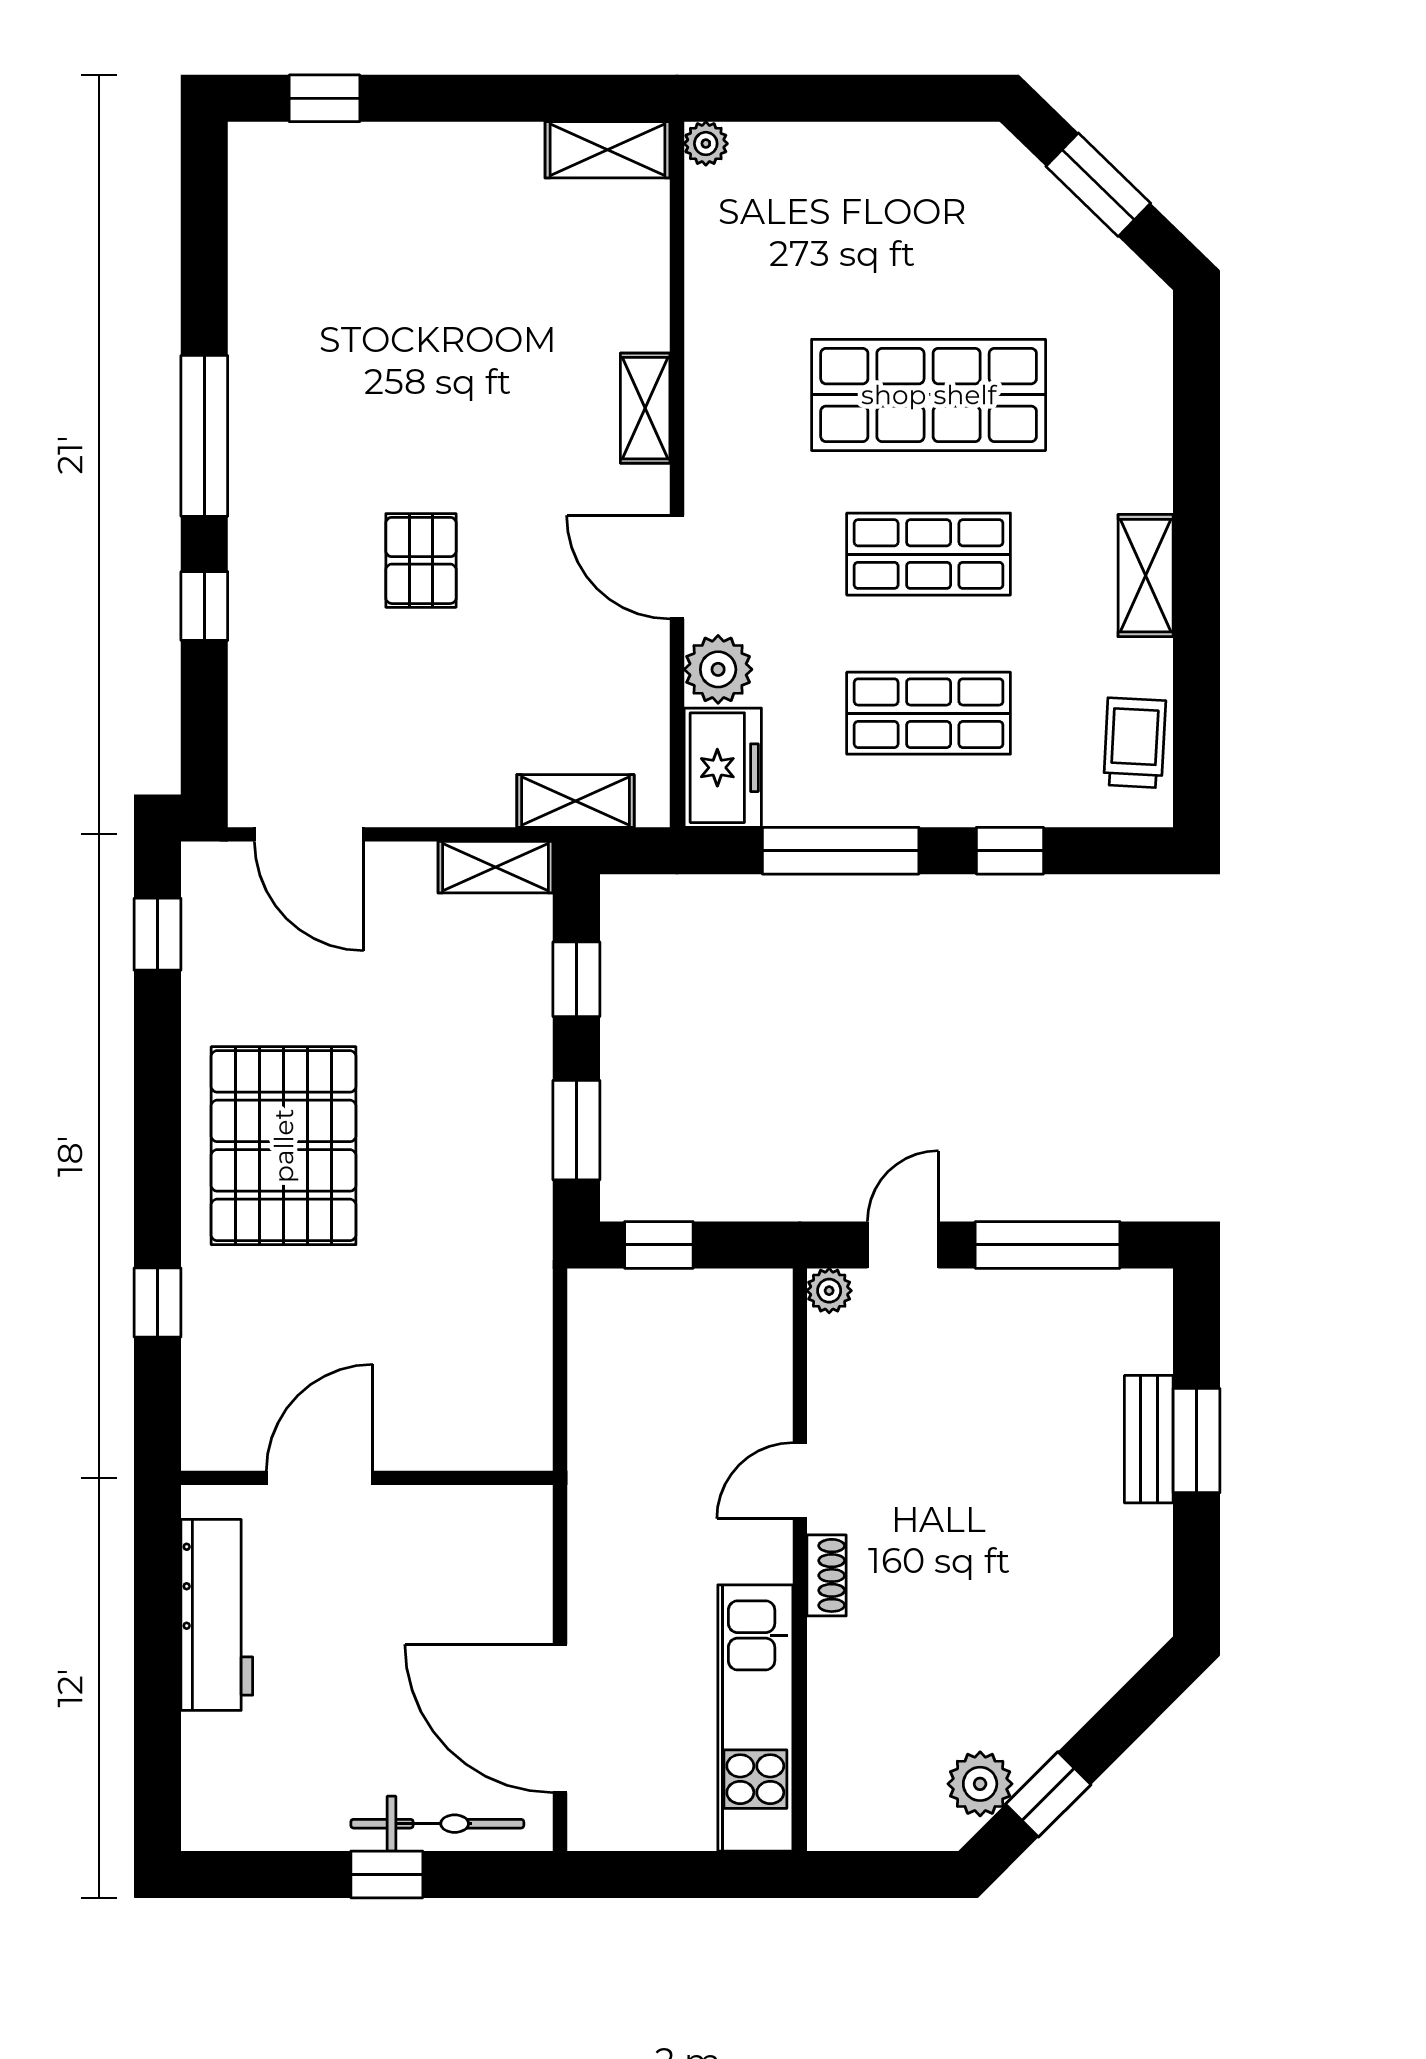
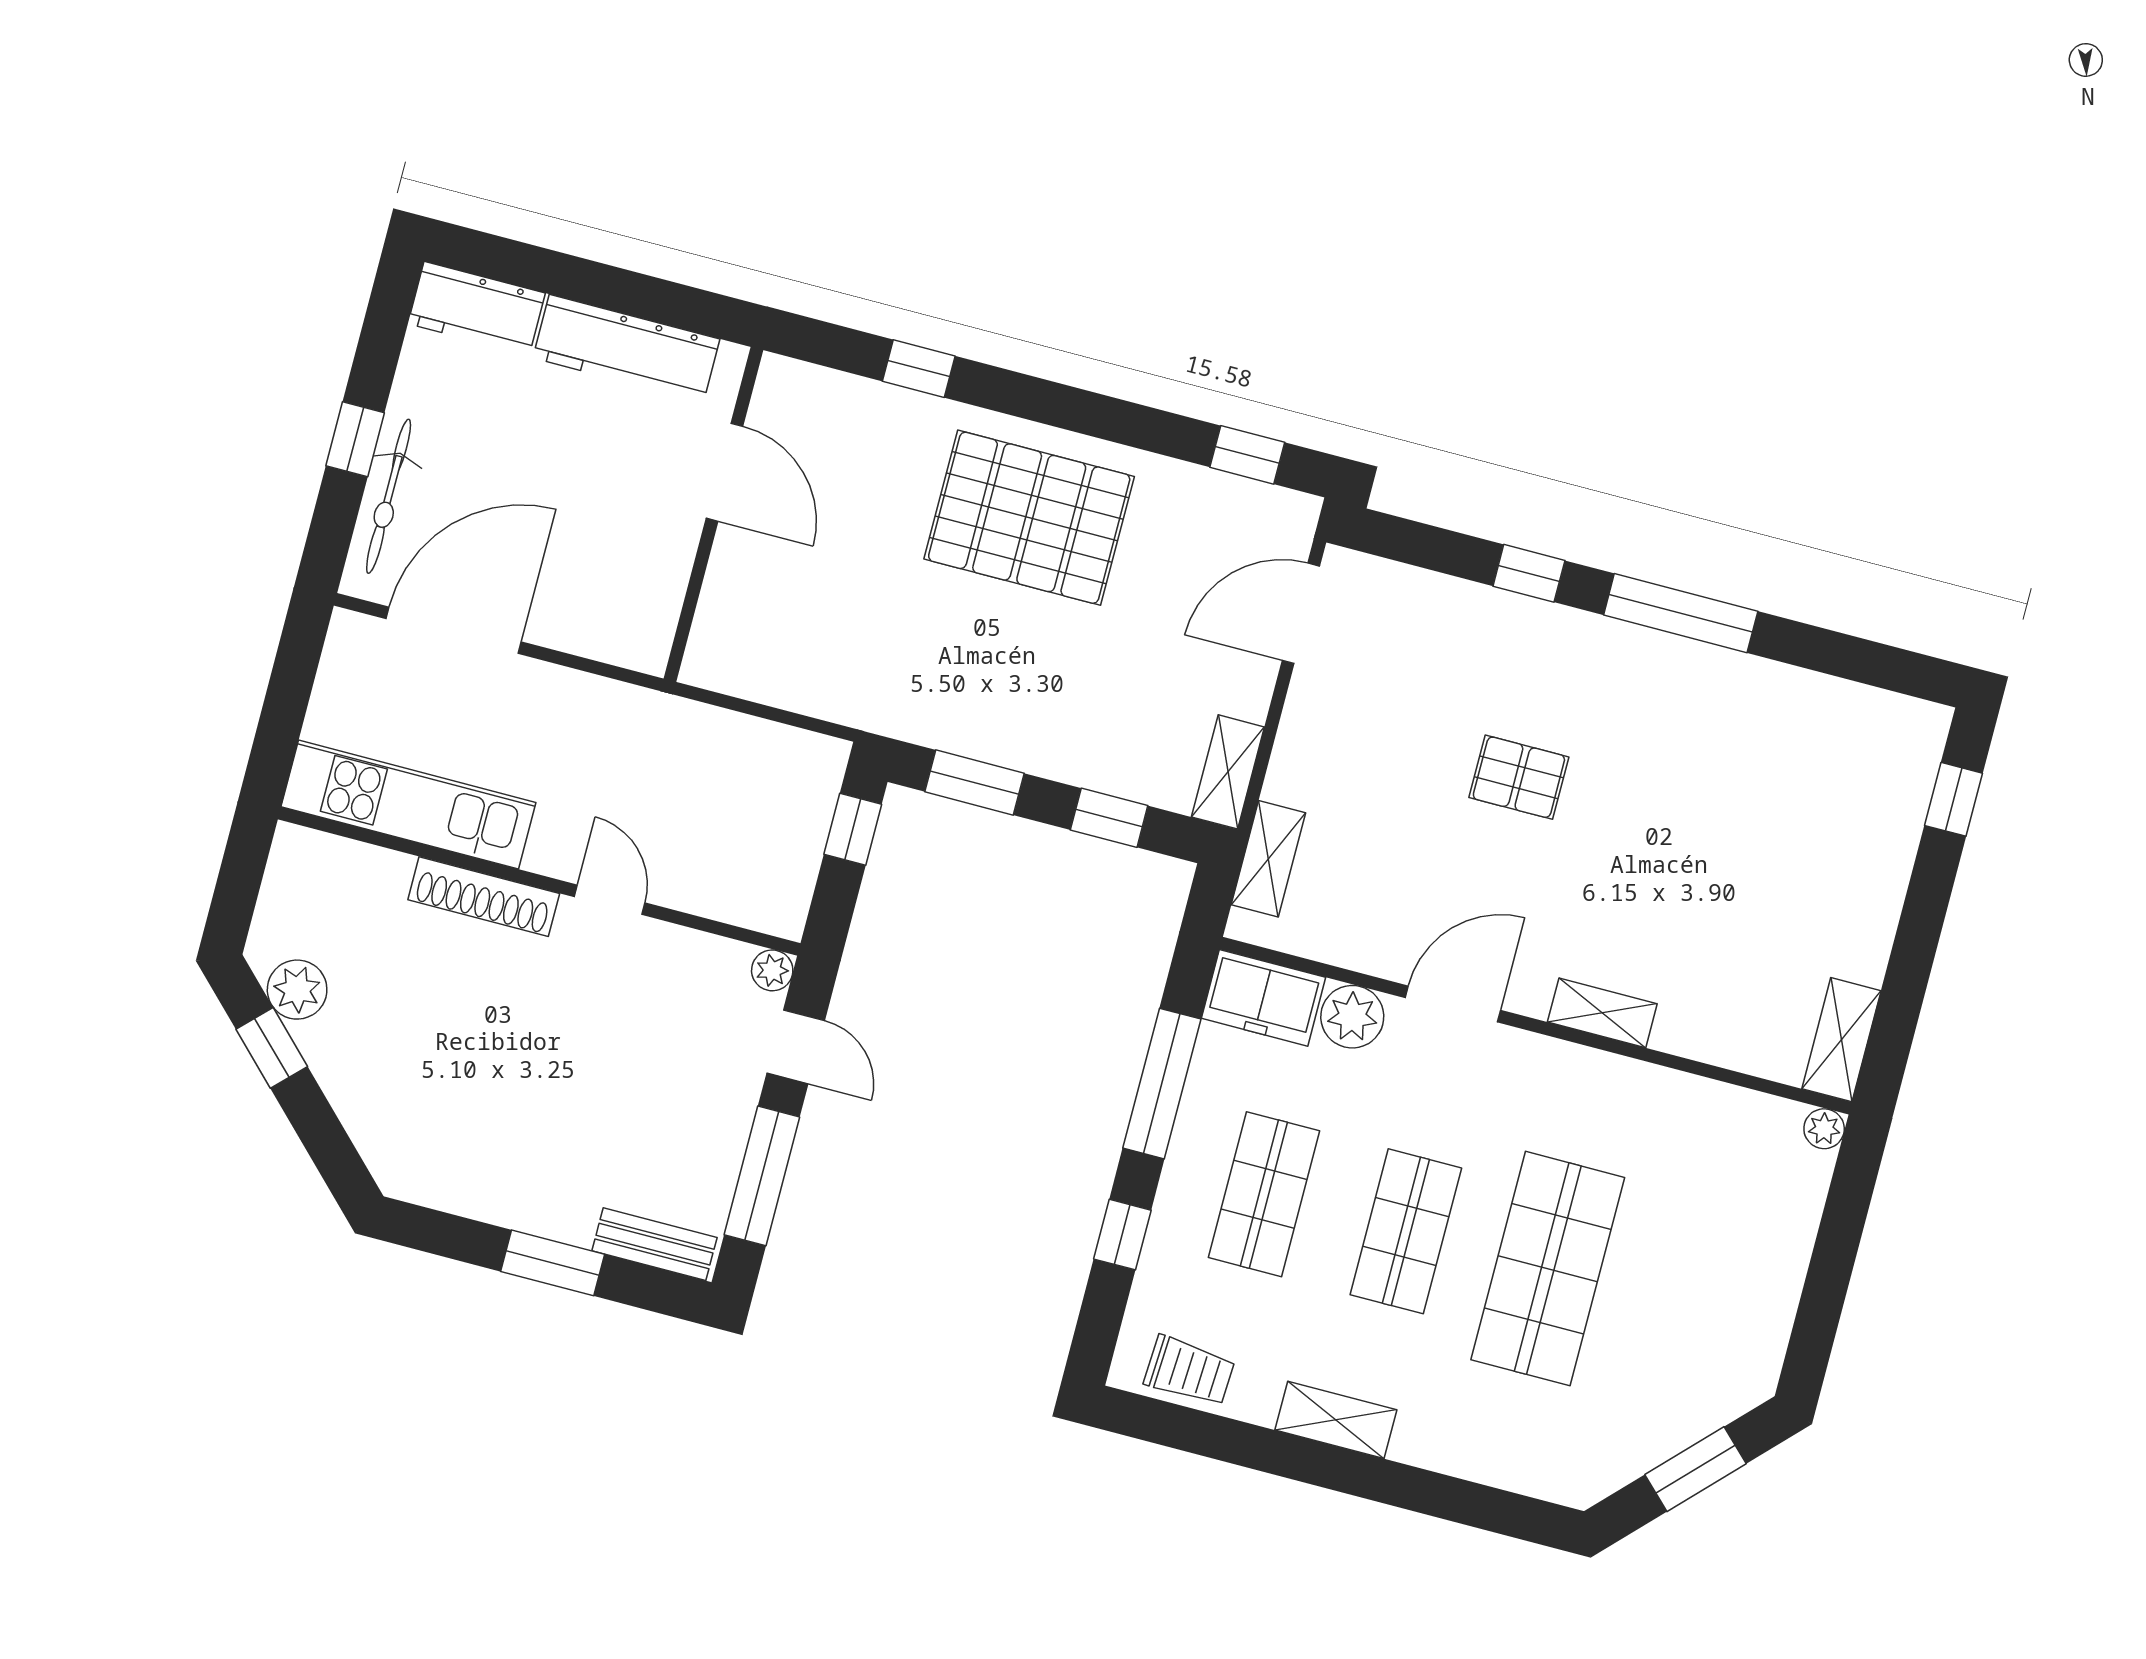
bench: (1149, 1439) -> (654, 1244), moved
shoe rack: (827, 1575) -> (484, 897), width x1.94, depth x1.24
workbench: (216, 1783) -> (476, 308), added

